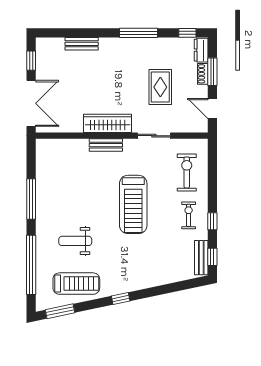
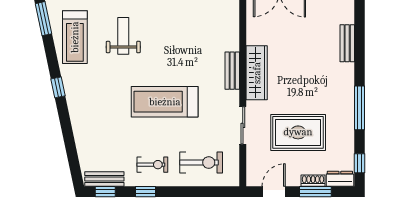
rug: (160, 87) -> (298, 132), width x1.36, depth x1.43

